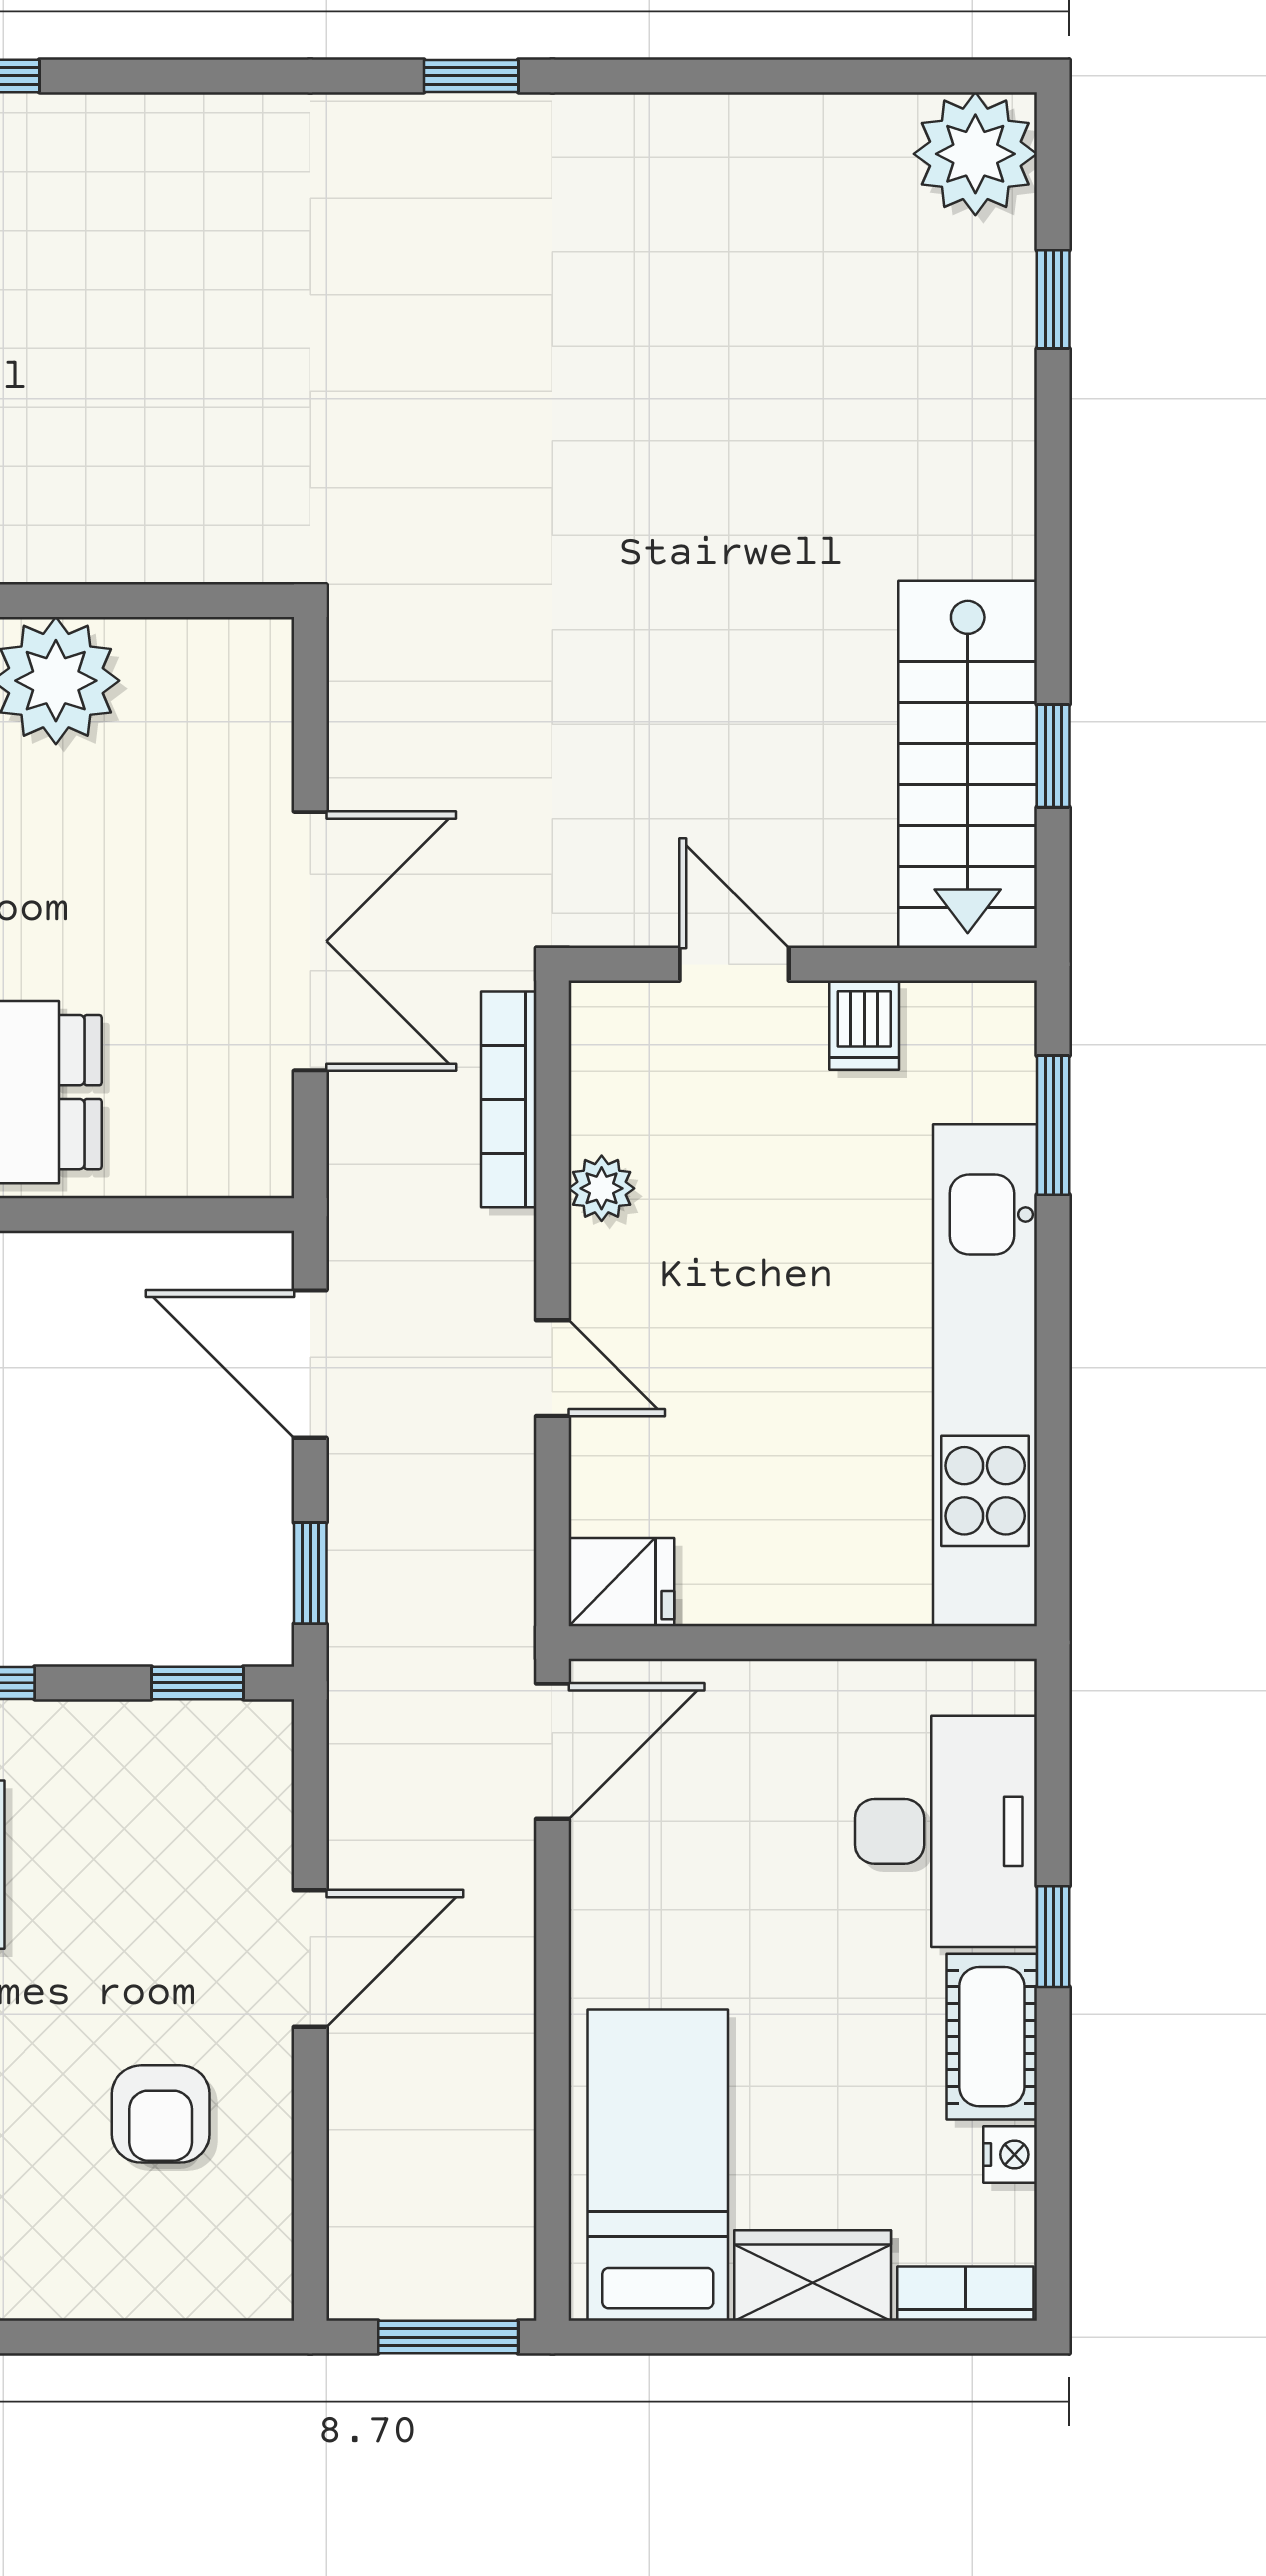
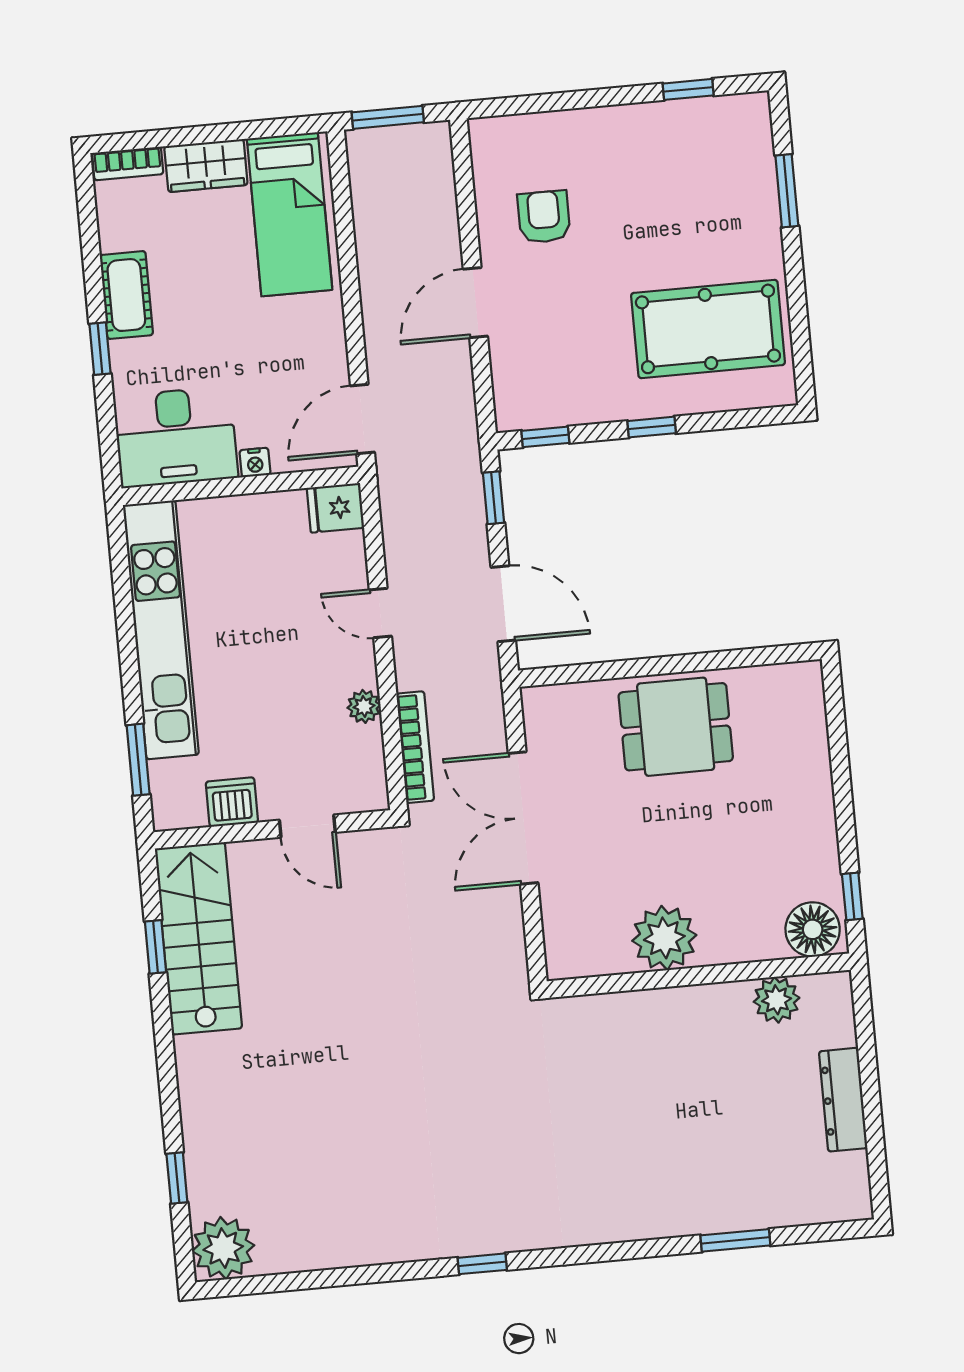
dishwasher: (864, 1025) -> (232, 802), width x1.38
desk: (946, 1831) -> (176, 437), moved, turned -90
nightstand: (1010, 2154) -> (255, 462), moved, turned -90

